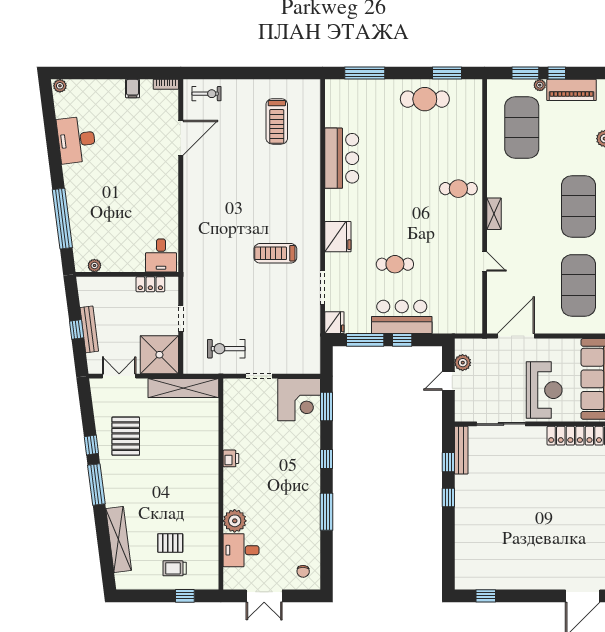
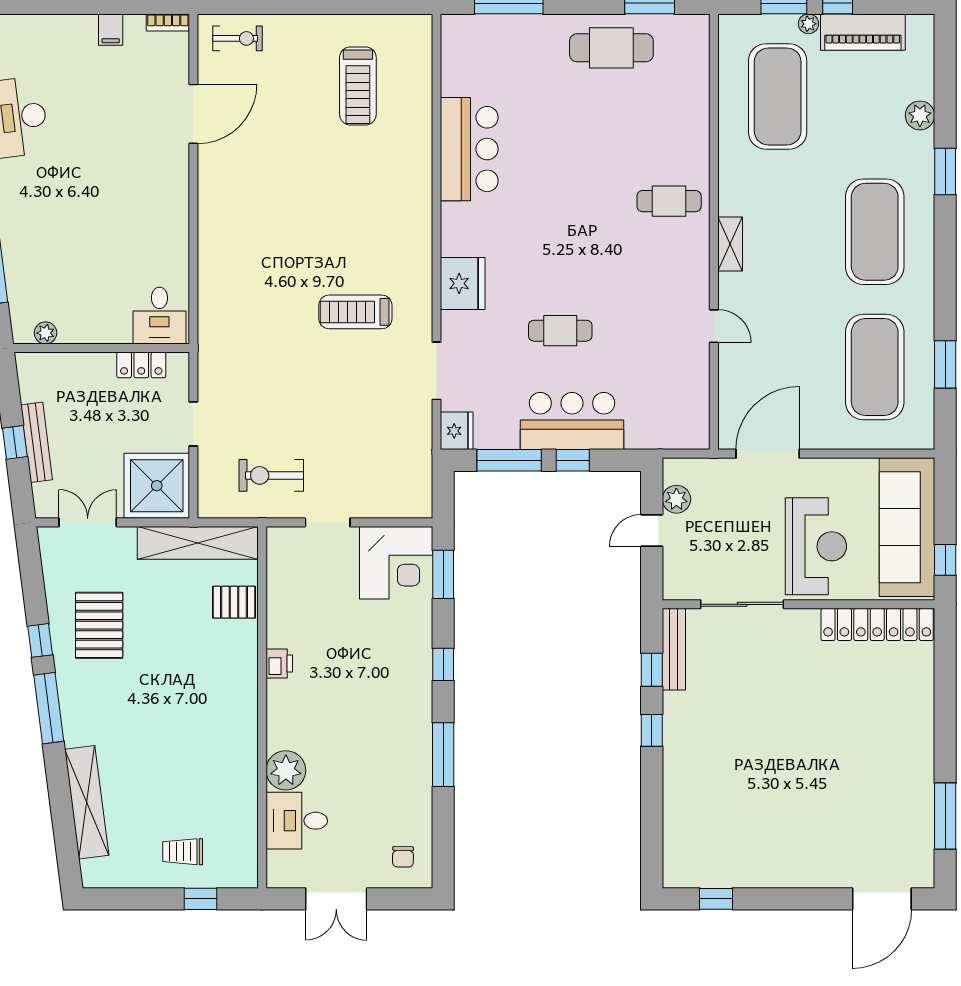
pallet: (170, 543) -> (234, 602), moved

